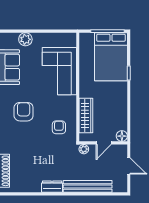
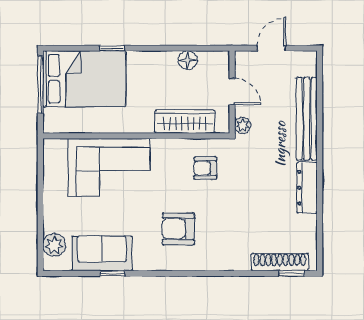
plant: (25, 39) -> (54, 245), moved
floor lamp: (122, 136) -> (188, 60), moved
dresser: (52, 187) -> (307, 188), width x1.44

